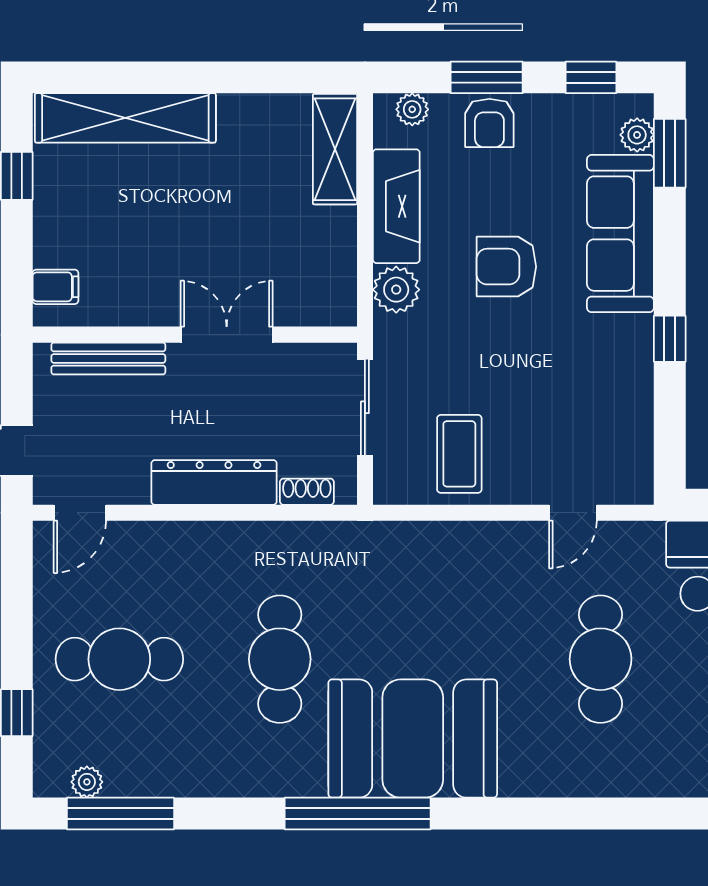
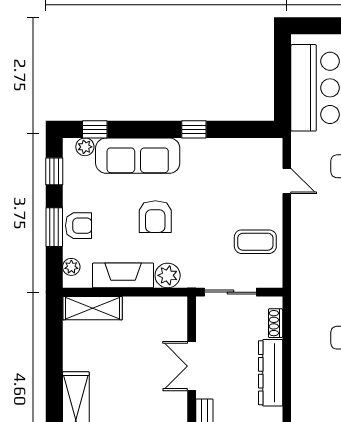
window: (670, 153) -> (95, 129), width x0.67

